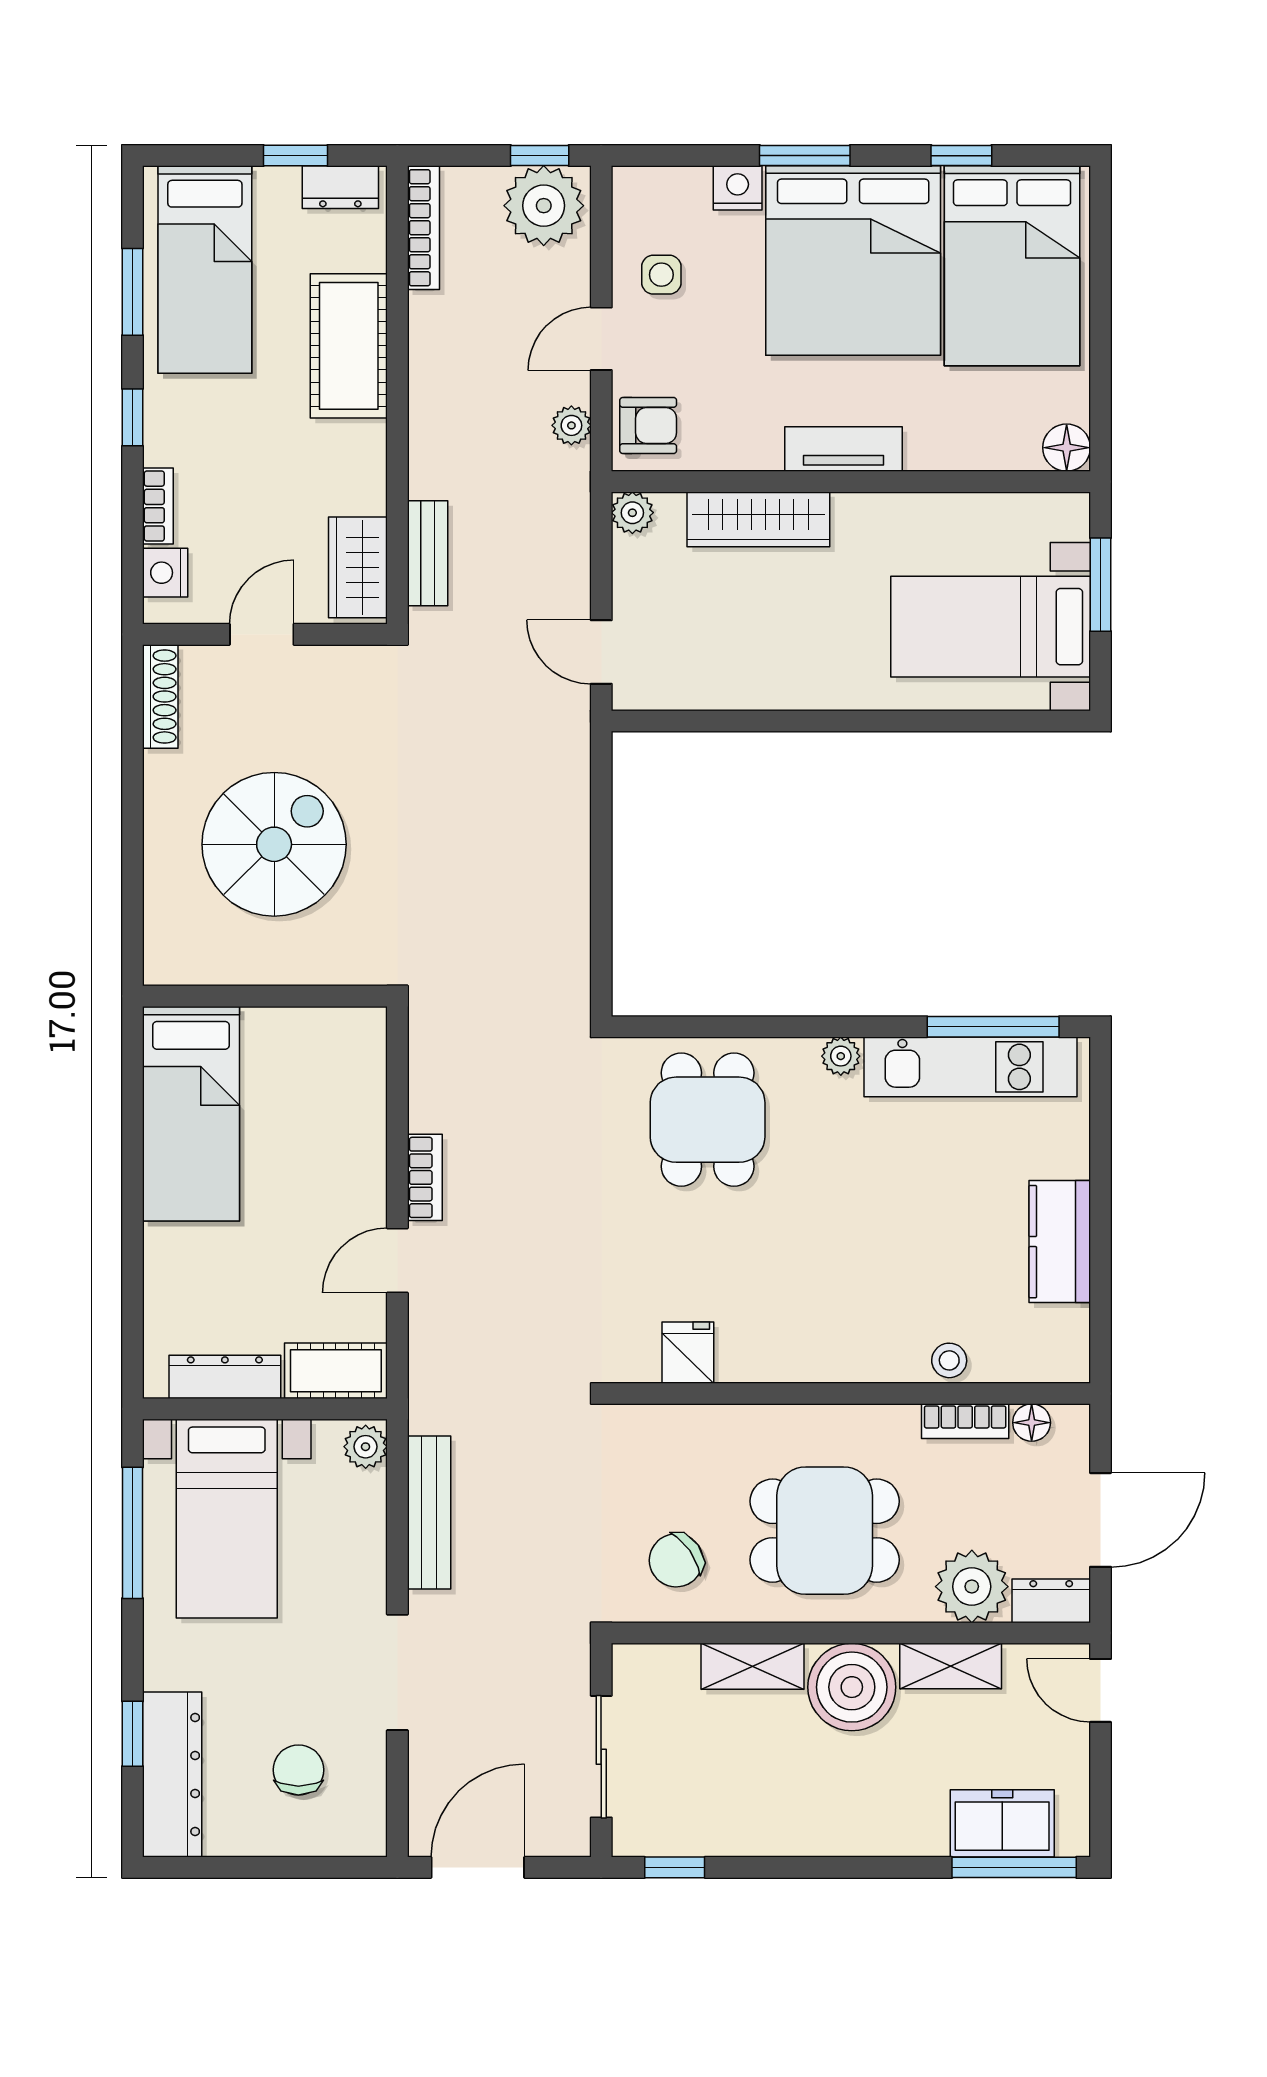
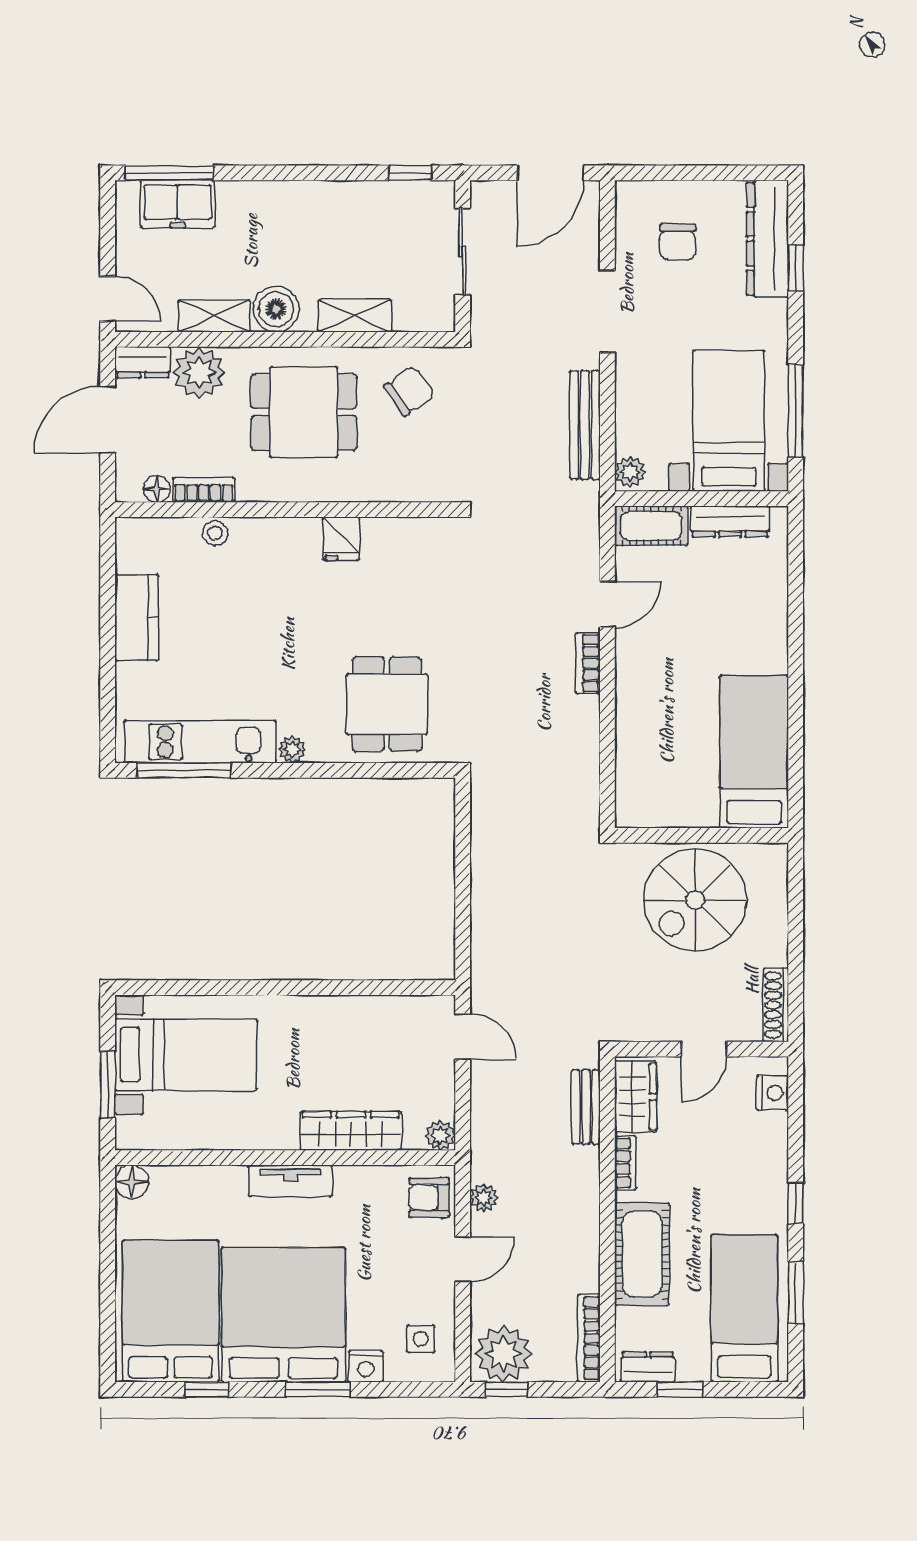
side table: (661, 275) -> (421, 1339), moved
bookcase: (158, 506) -> (626, 1163), moved, turned 180
wall: (265, 996) -> (702, 835), moved
bed: (191, 1114) -> (754, 752), moved
fridge: (688, 1353) -> (341, 539), moved
boiler: (852, 1687) -> (276, 309), width x0.73, depth x0.73

